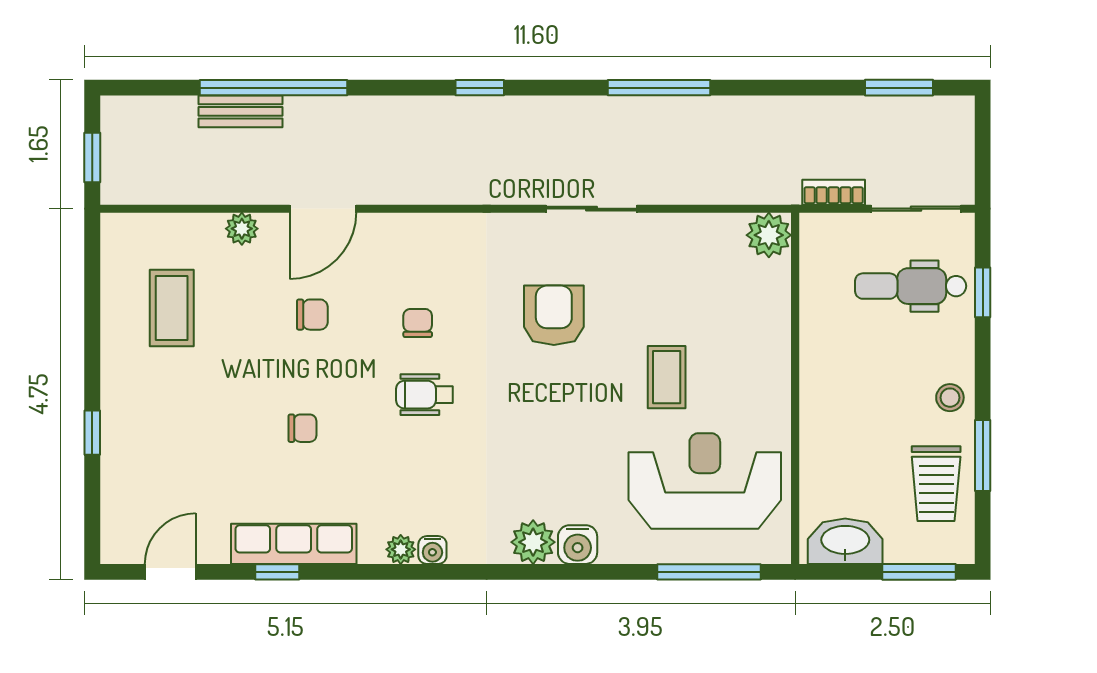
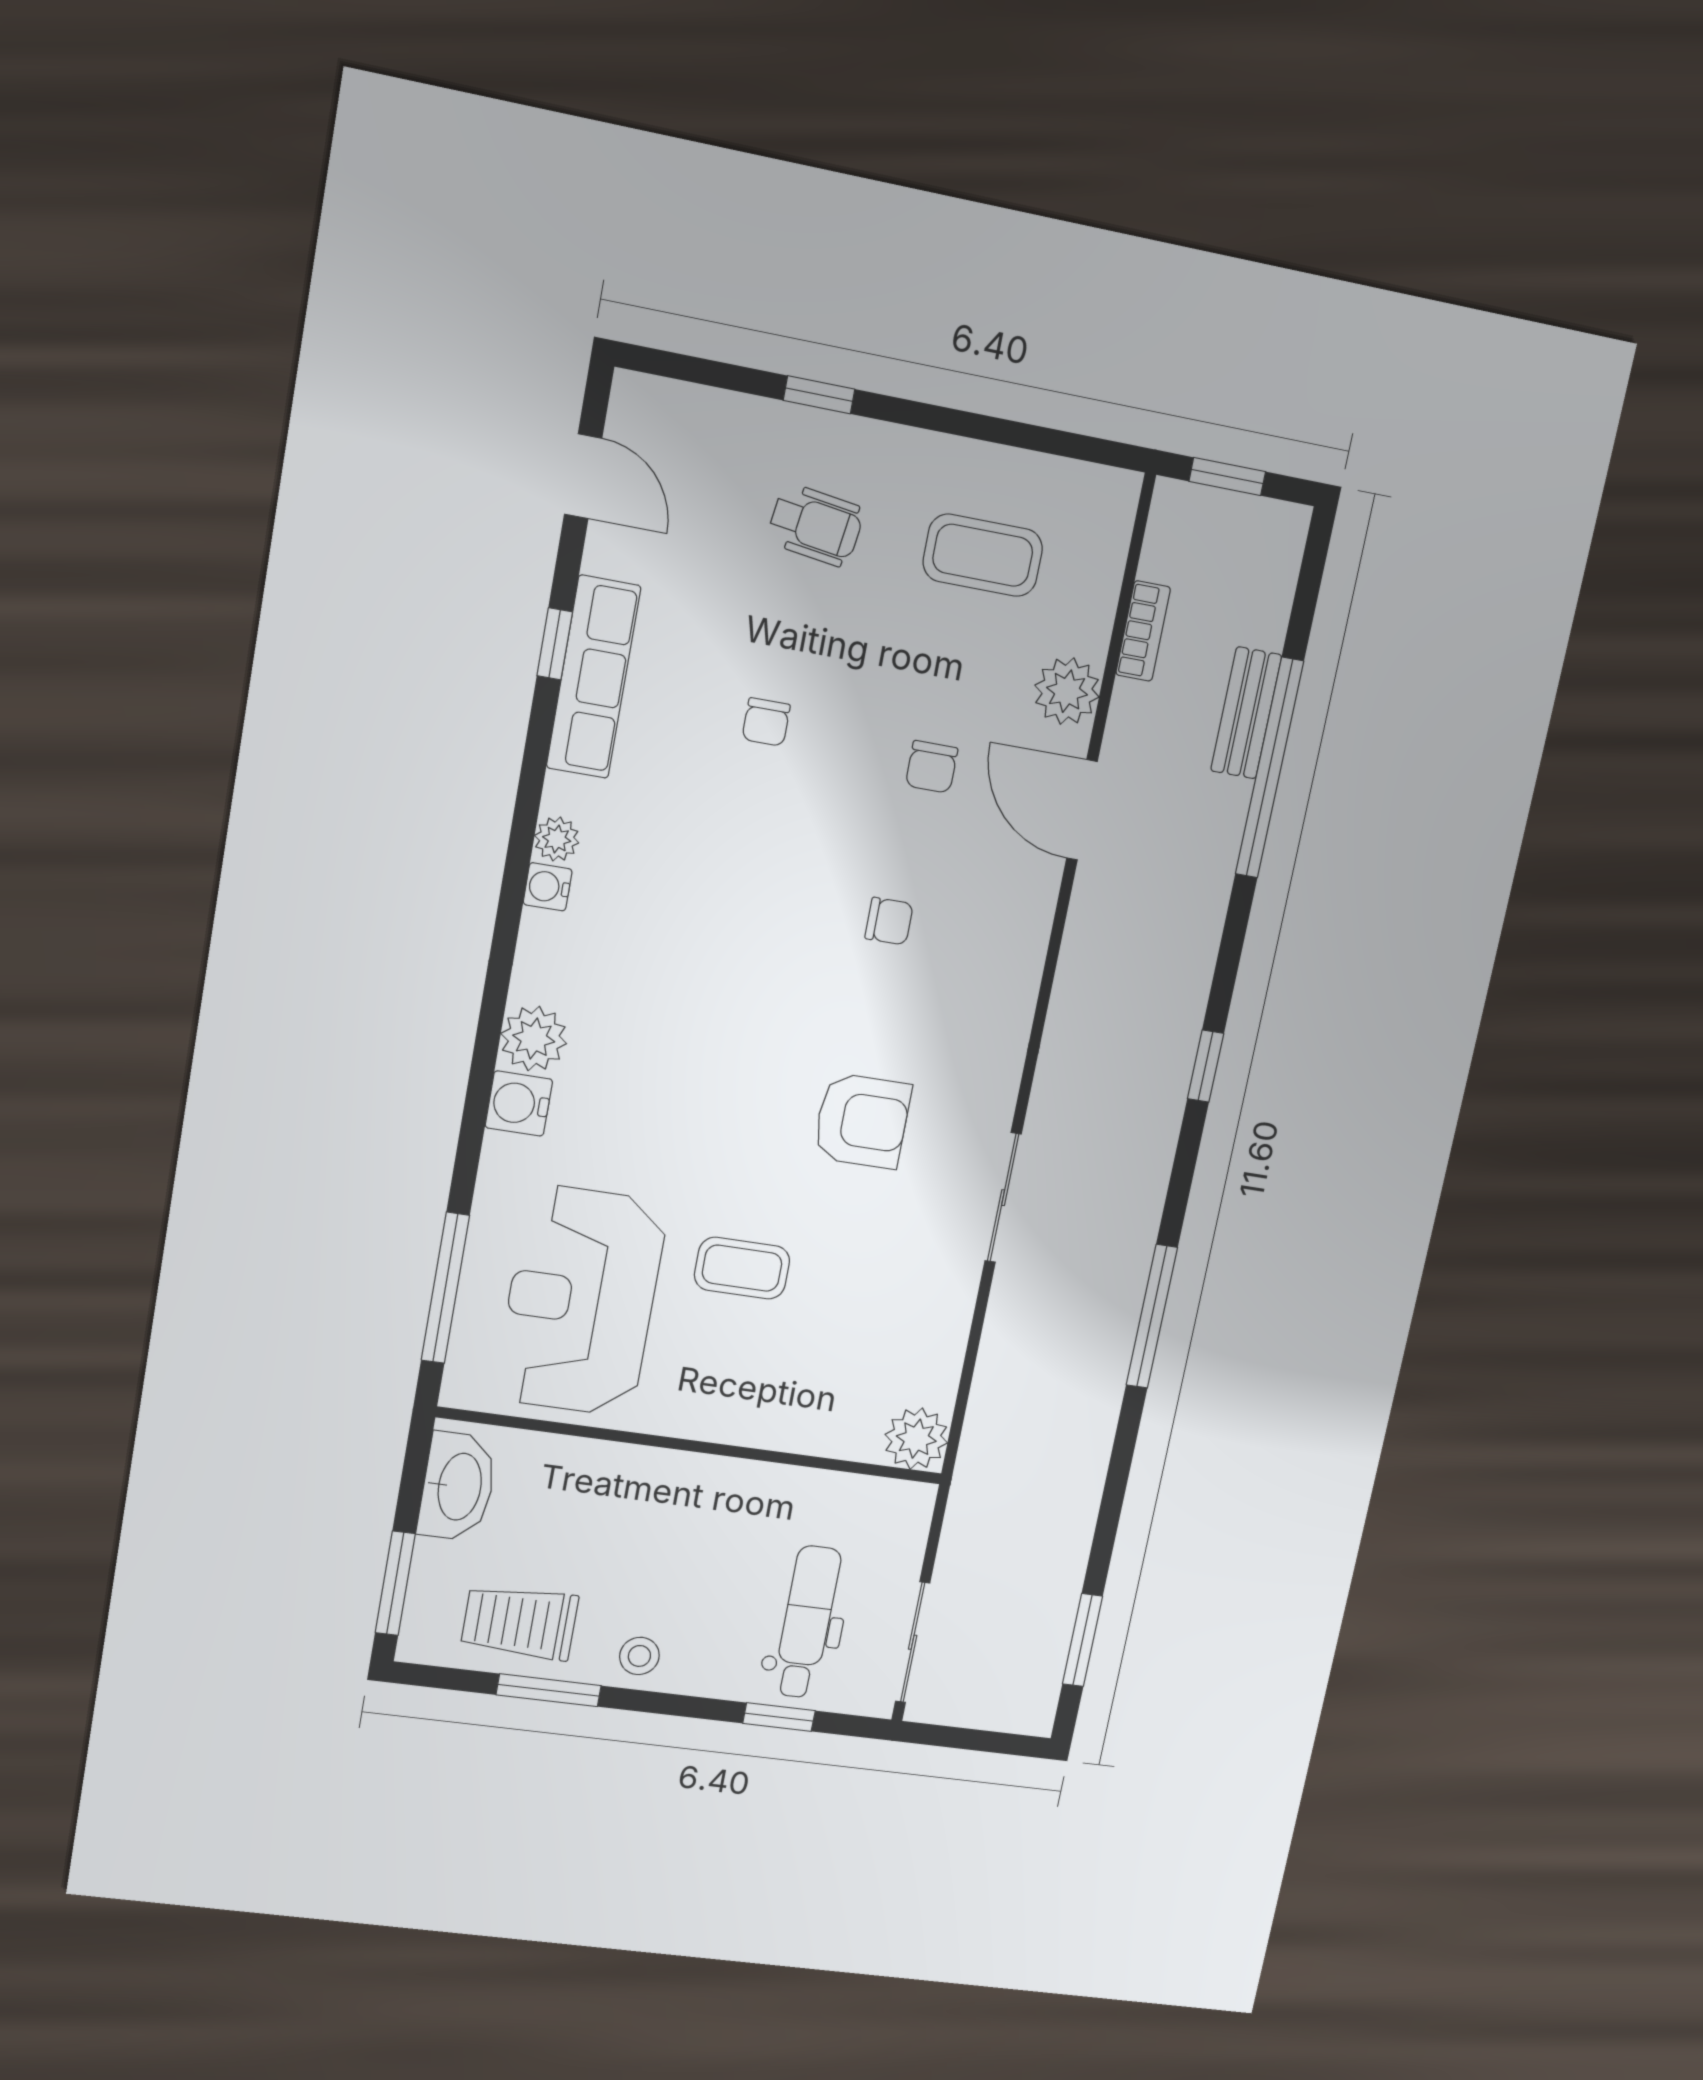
bookcase: (834, 192) -> (1143, 631), moved
plant: (242, 229) -> (1067, 691), width x1.38, depth x1.38
wheelchair: (424, 395) -> (816, 525), moved, turned 98
reception desk: (705, 481) -> (581, 1301), turned 180

